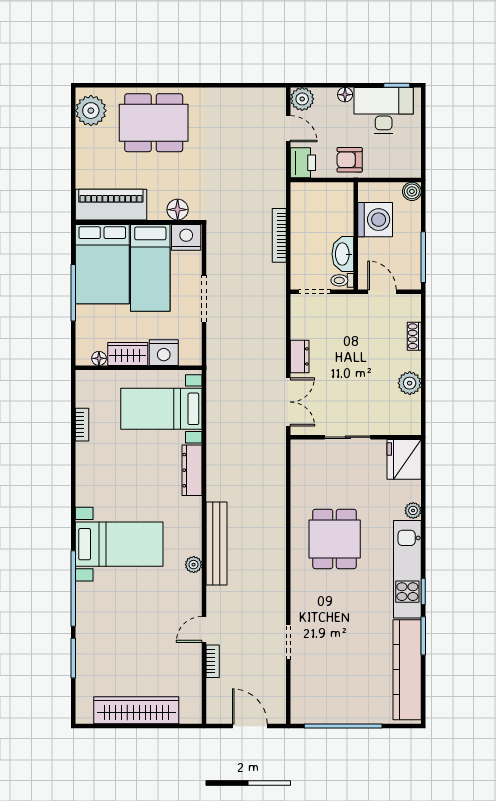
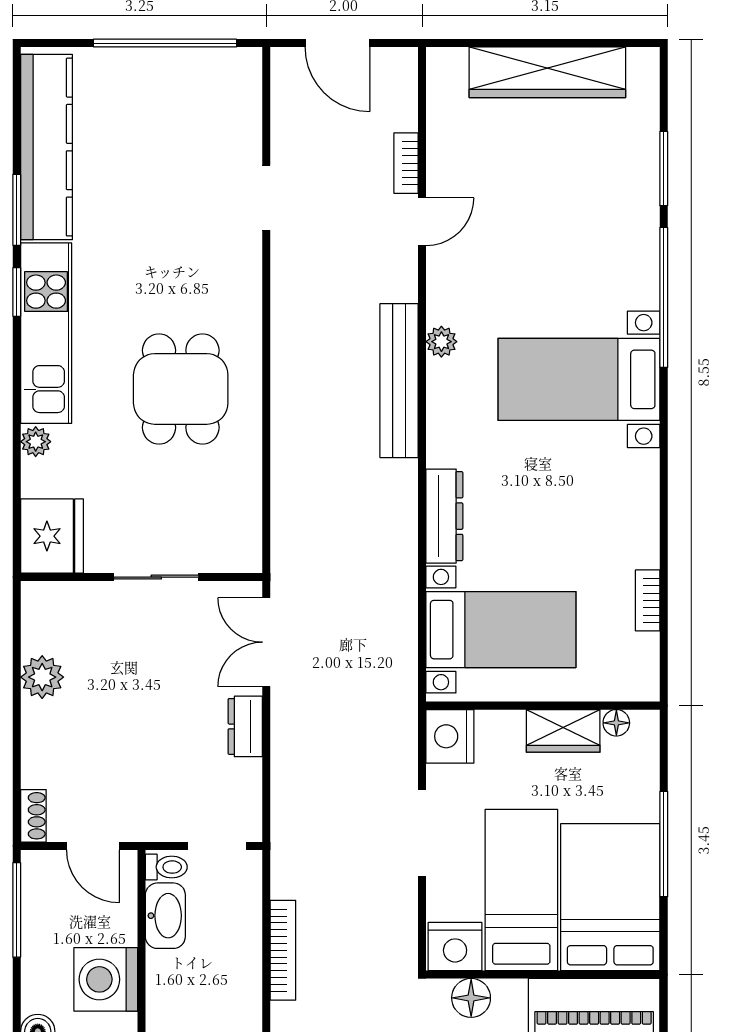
shoe rack: (414, 336) -> (33, 816), moved
nightstand: (164, 353) -> (450, 736), moved, turned -90

